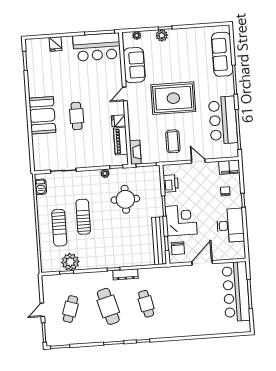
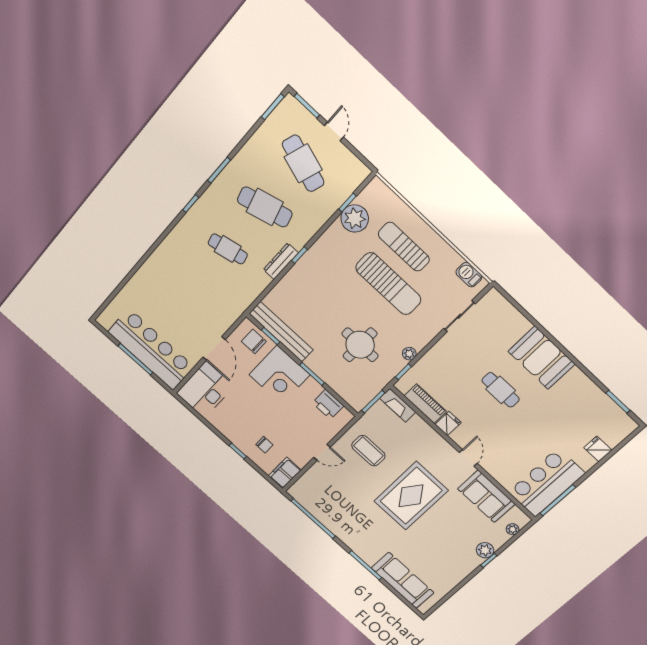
bar counter: (223, 120) -> (338, 515), removed
sun lounger: (83, 217) -> (388, 284), width x1.36, depth x1.34
desk: (230, 225) -> (205, 390), moved, turned 90
cafe table: (70, 309) -> (303, 163), width x1.37, depth x1.35

